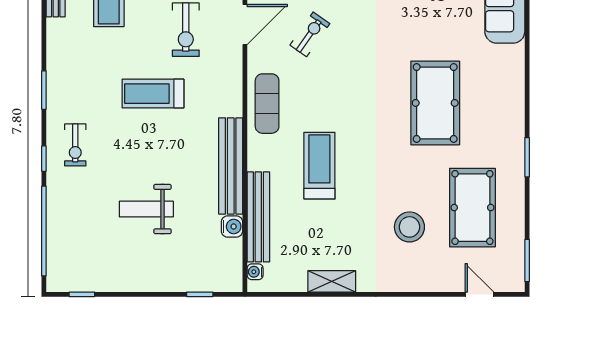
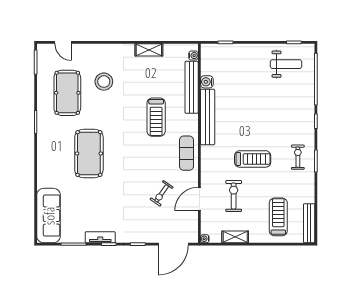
exercise bike: (75, 145) -> (298, 157), moved
weight bench: (146, 209) -> (286, 64), moved

